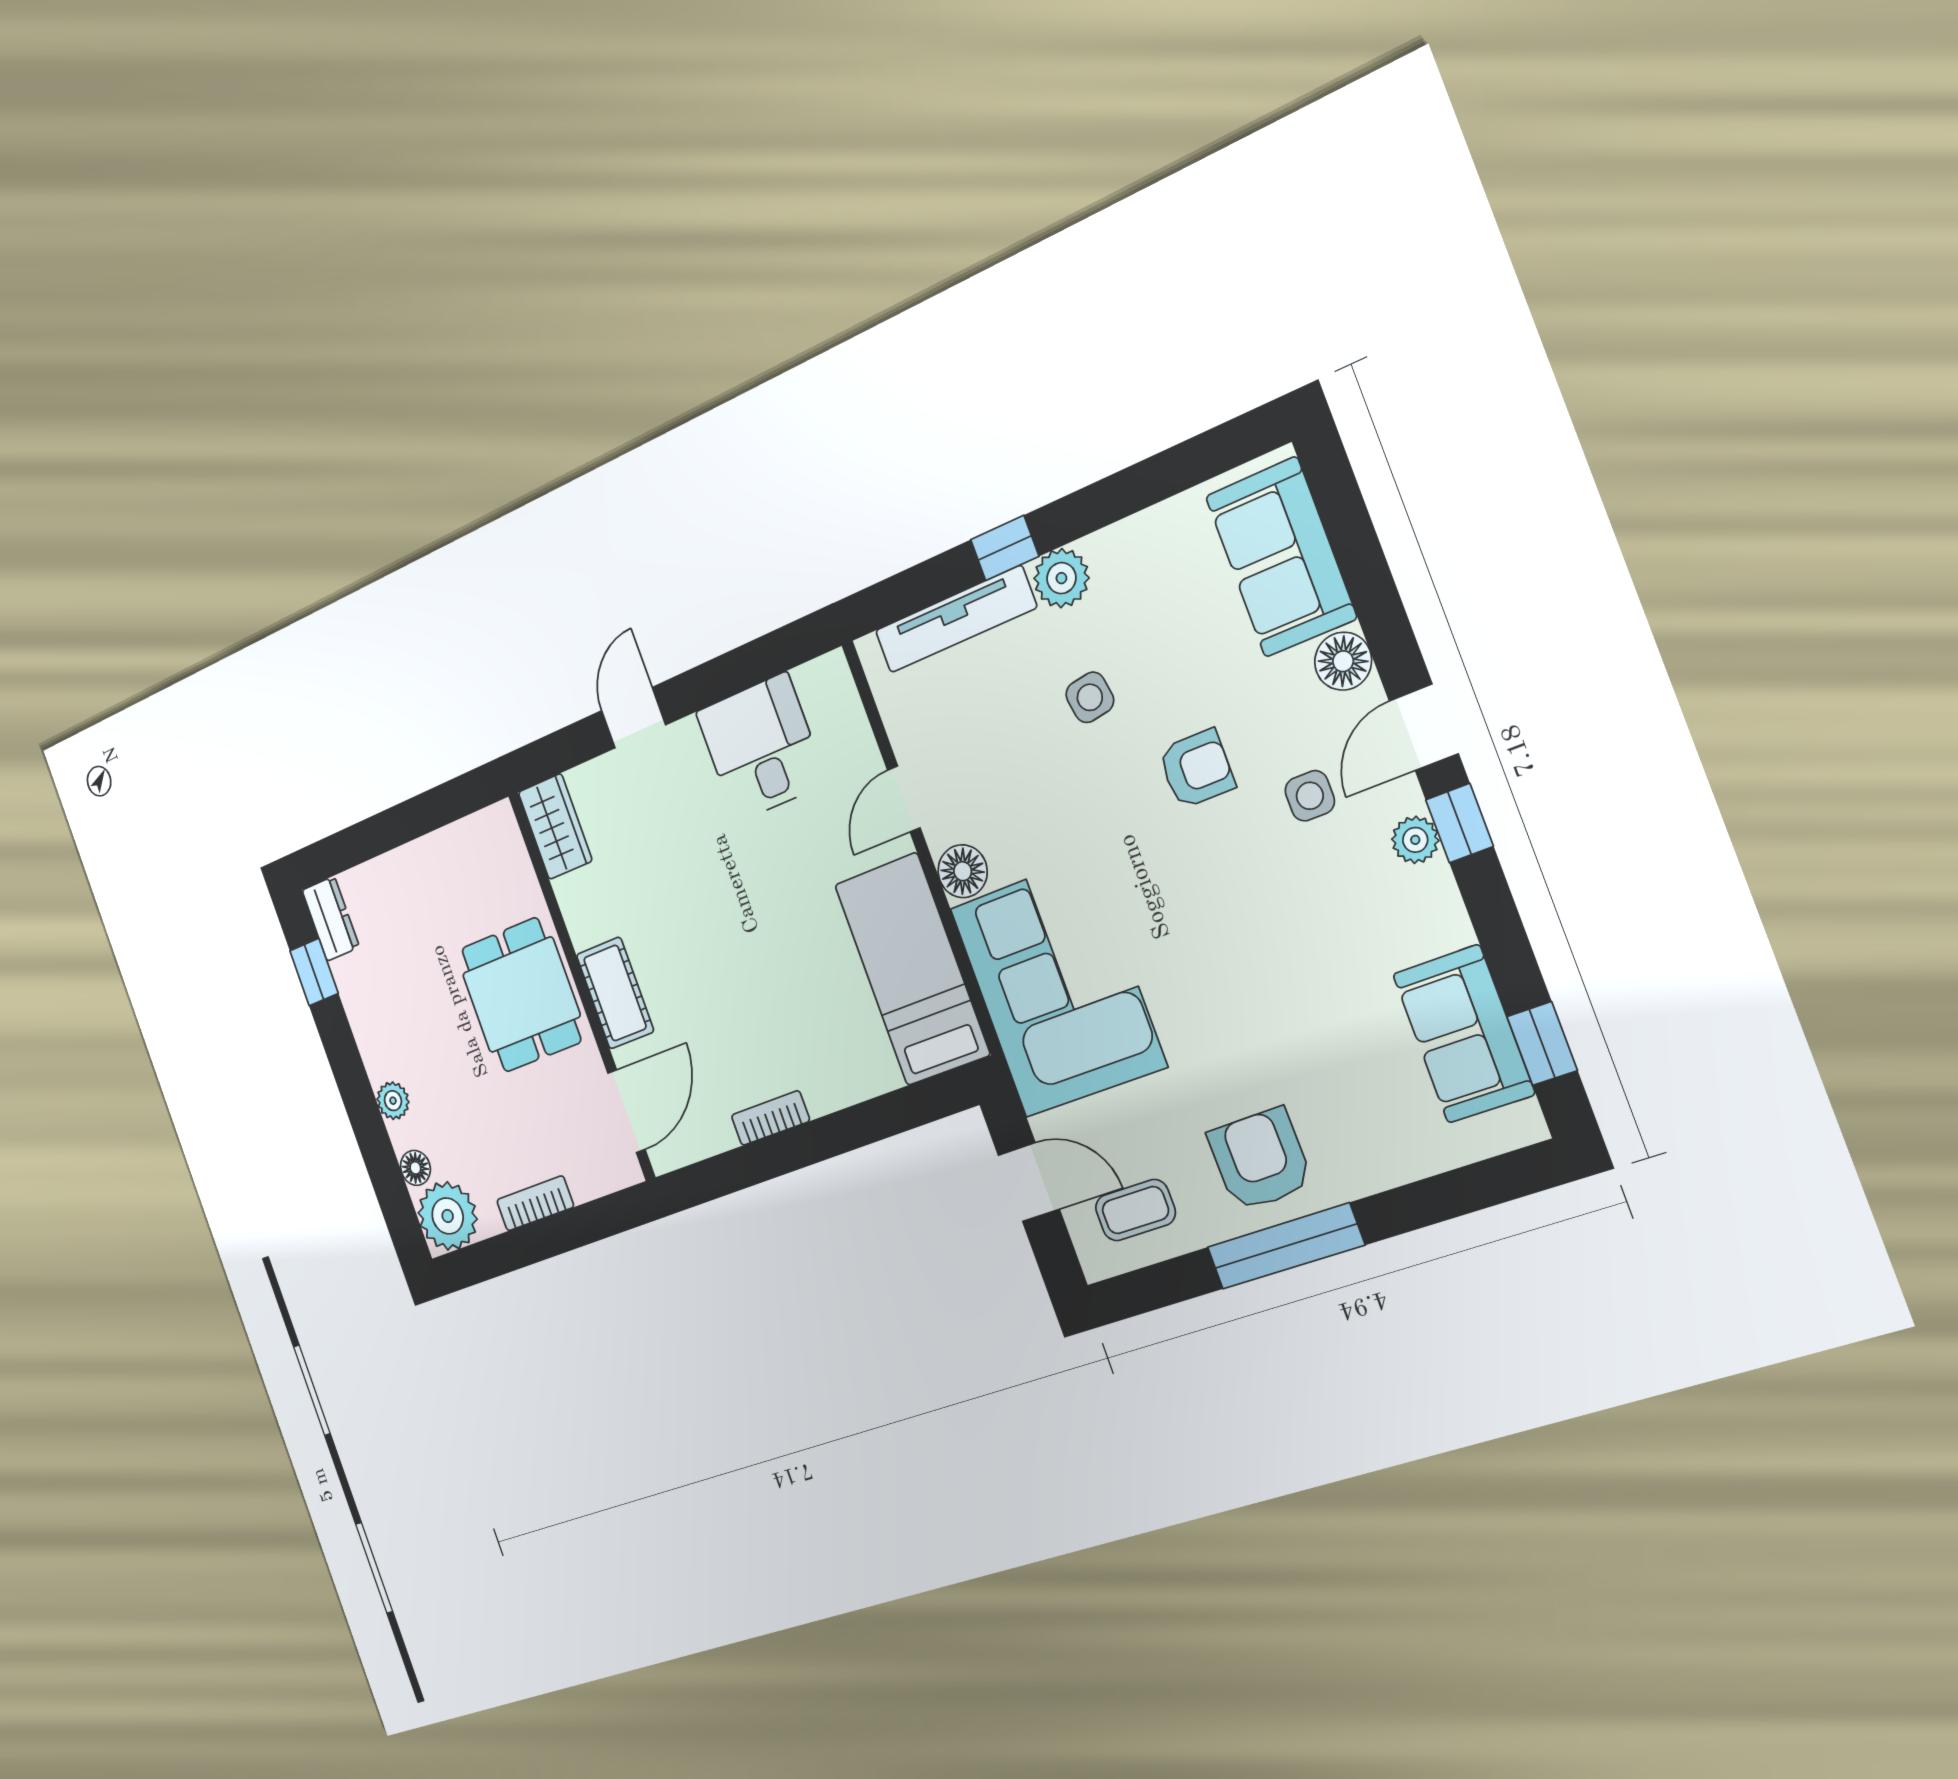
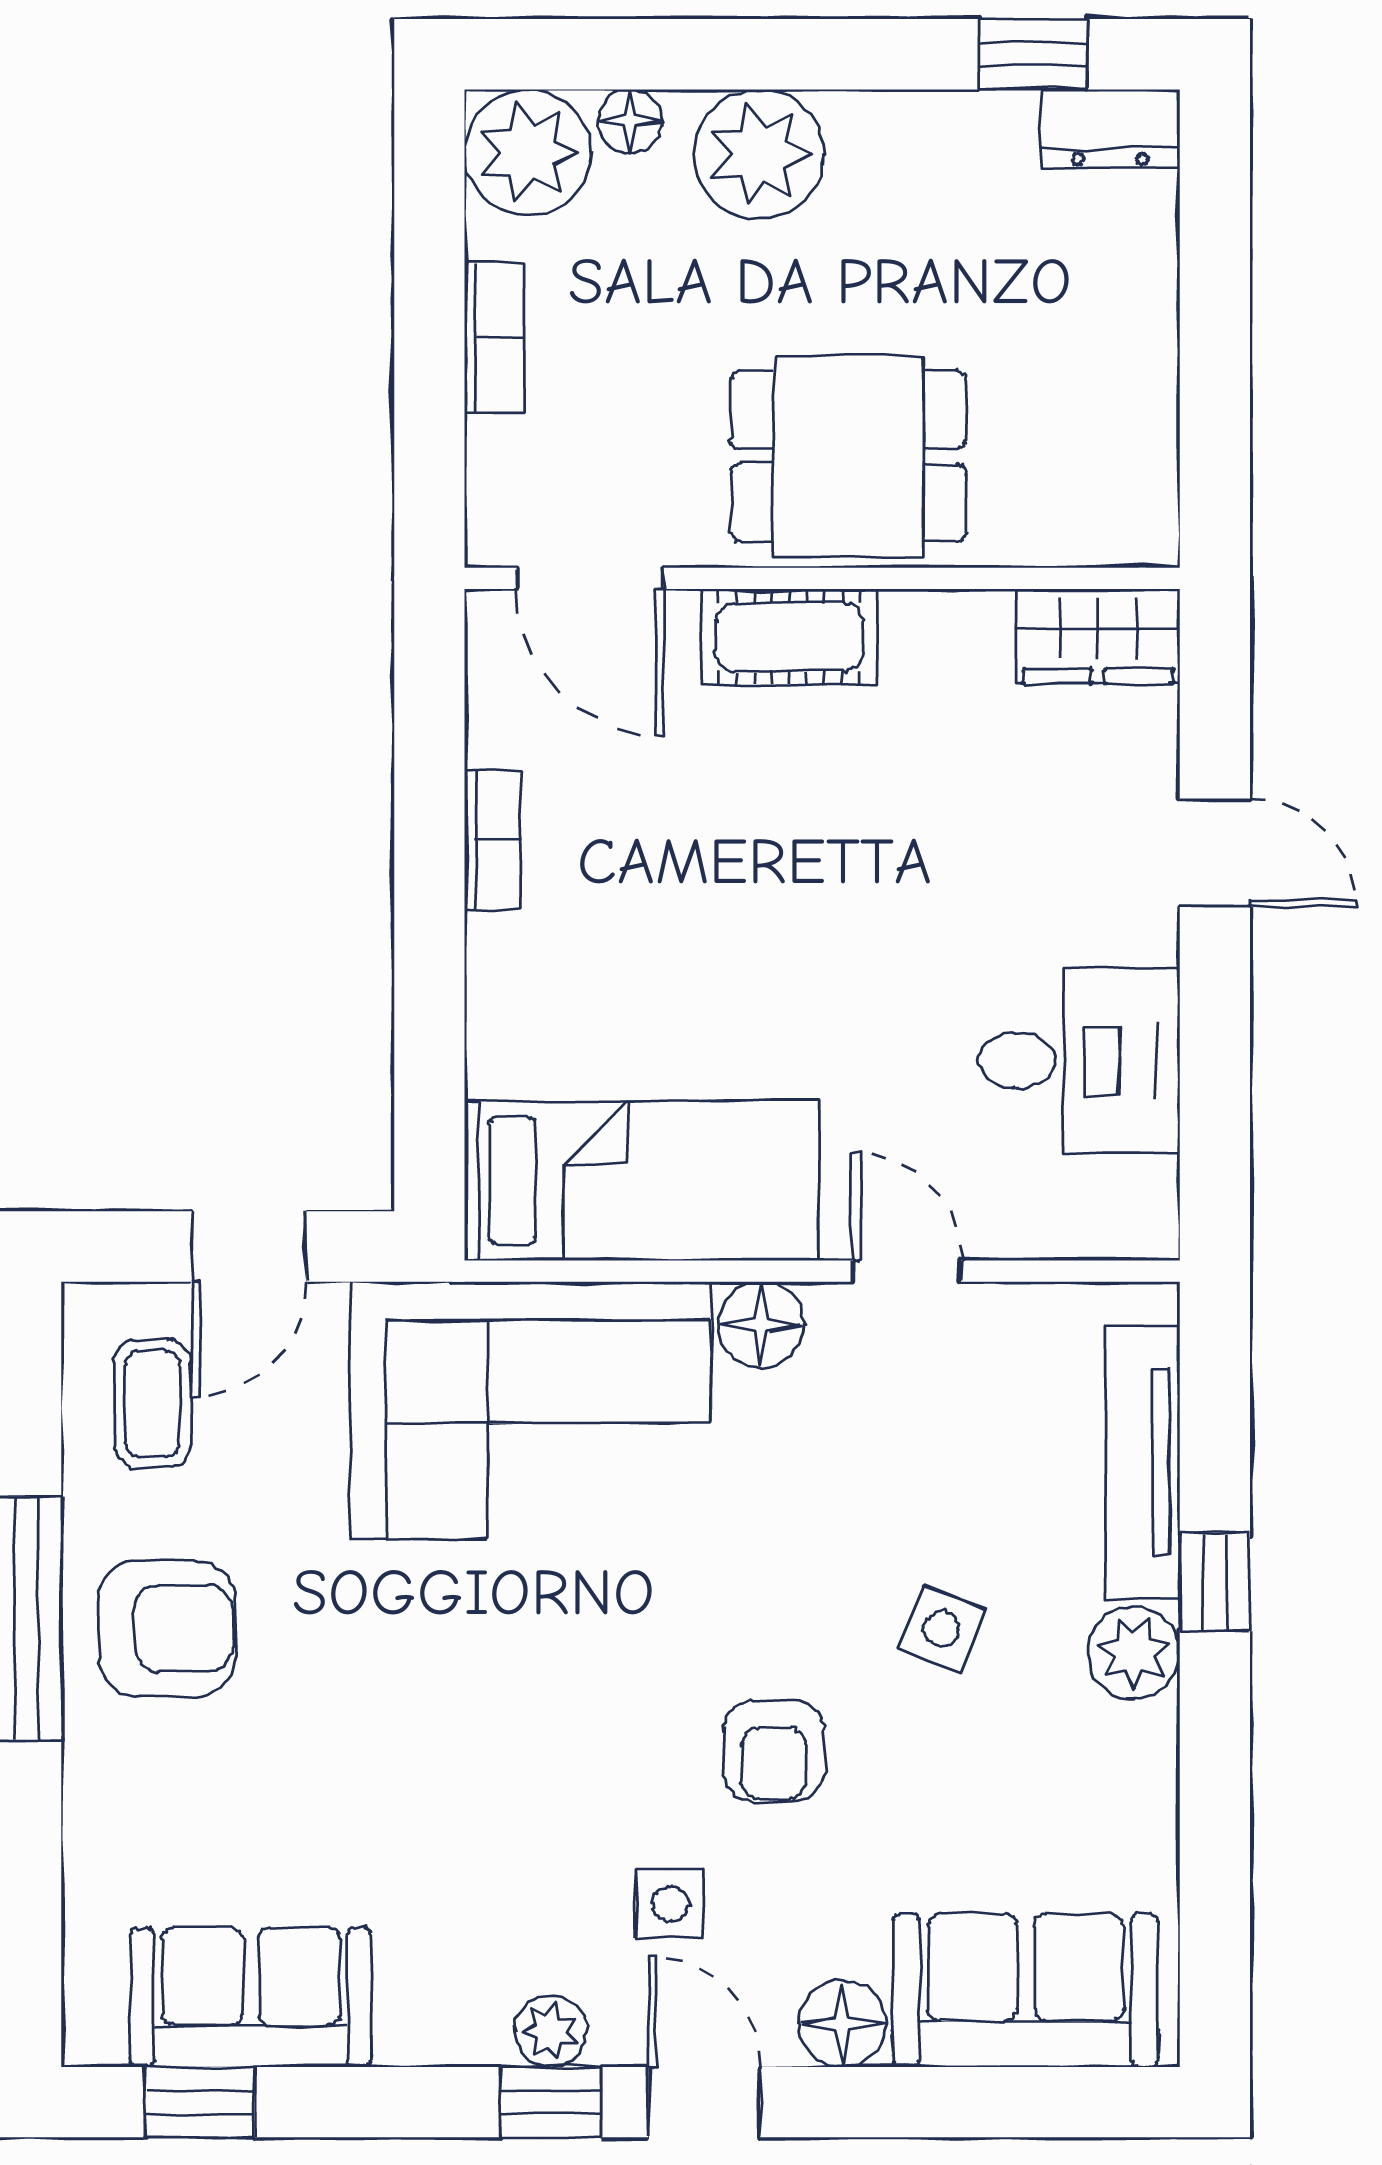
side table: (1090, 697) -> (942, 1629), turned 31
plant: (393, 1101) -> (759, 154), width x1.88, depth x1.88

